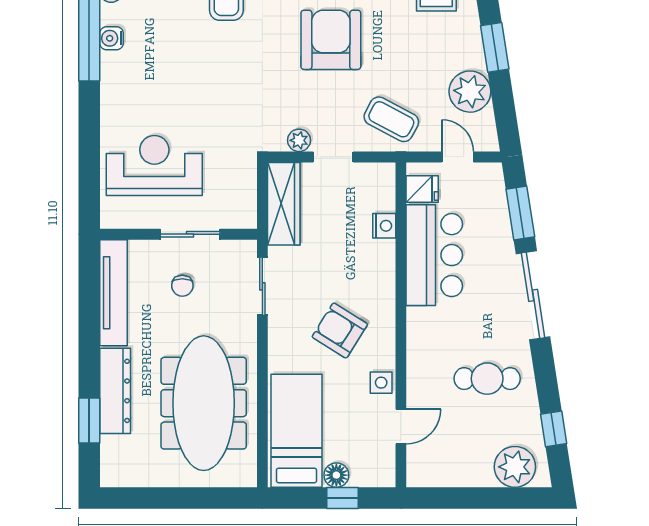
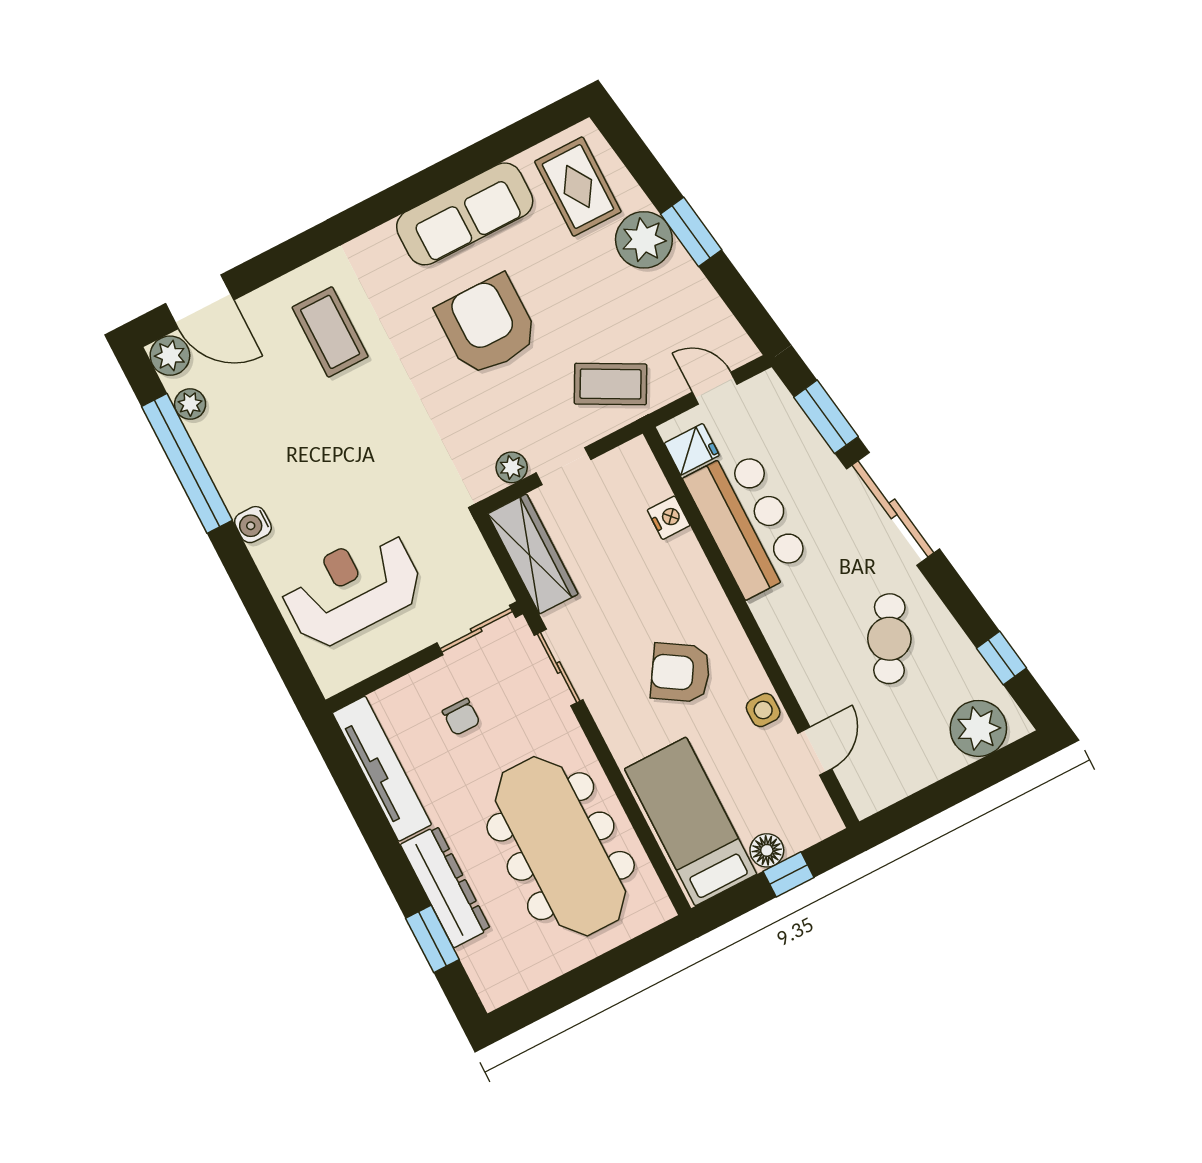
water cooler: (112, 38) -> (253, 525), moved
plant: (470, 92) -> (644, 240), moved
sliding door: (190, 234) -> (476, 630), moved
cafe table: (487, 379) -> (889, 639), turned -62

